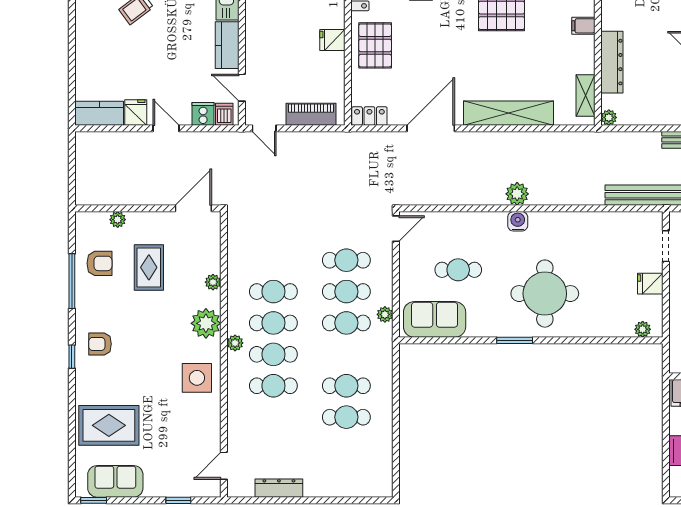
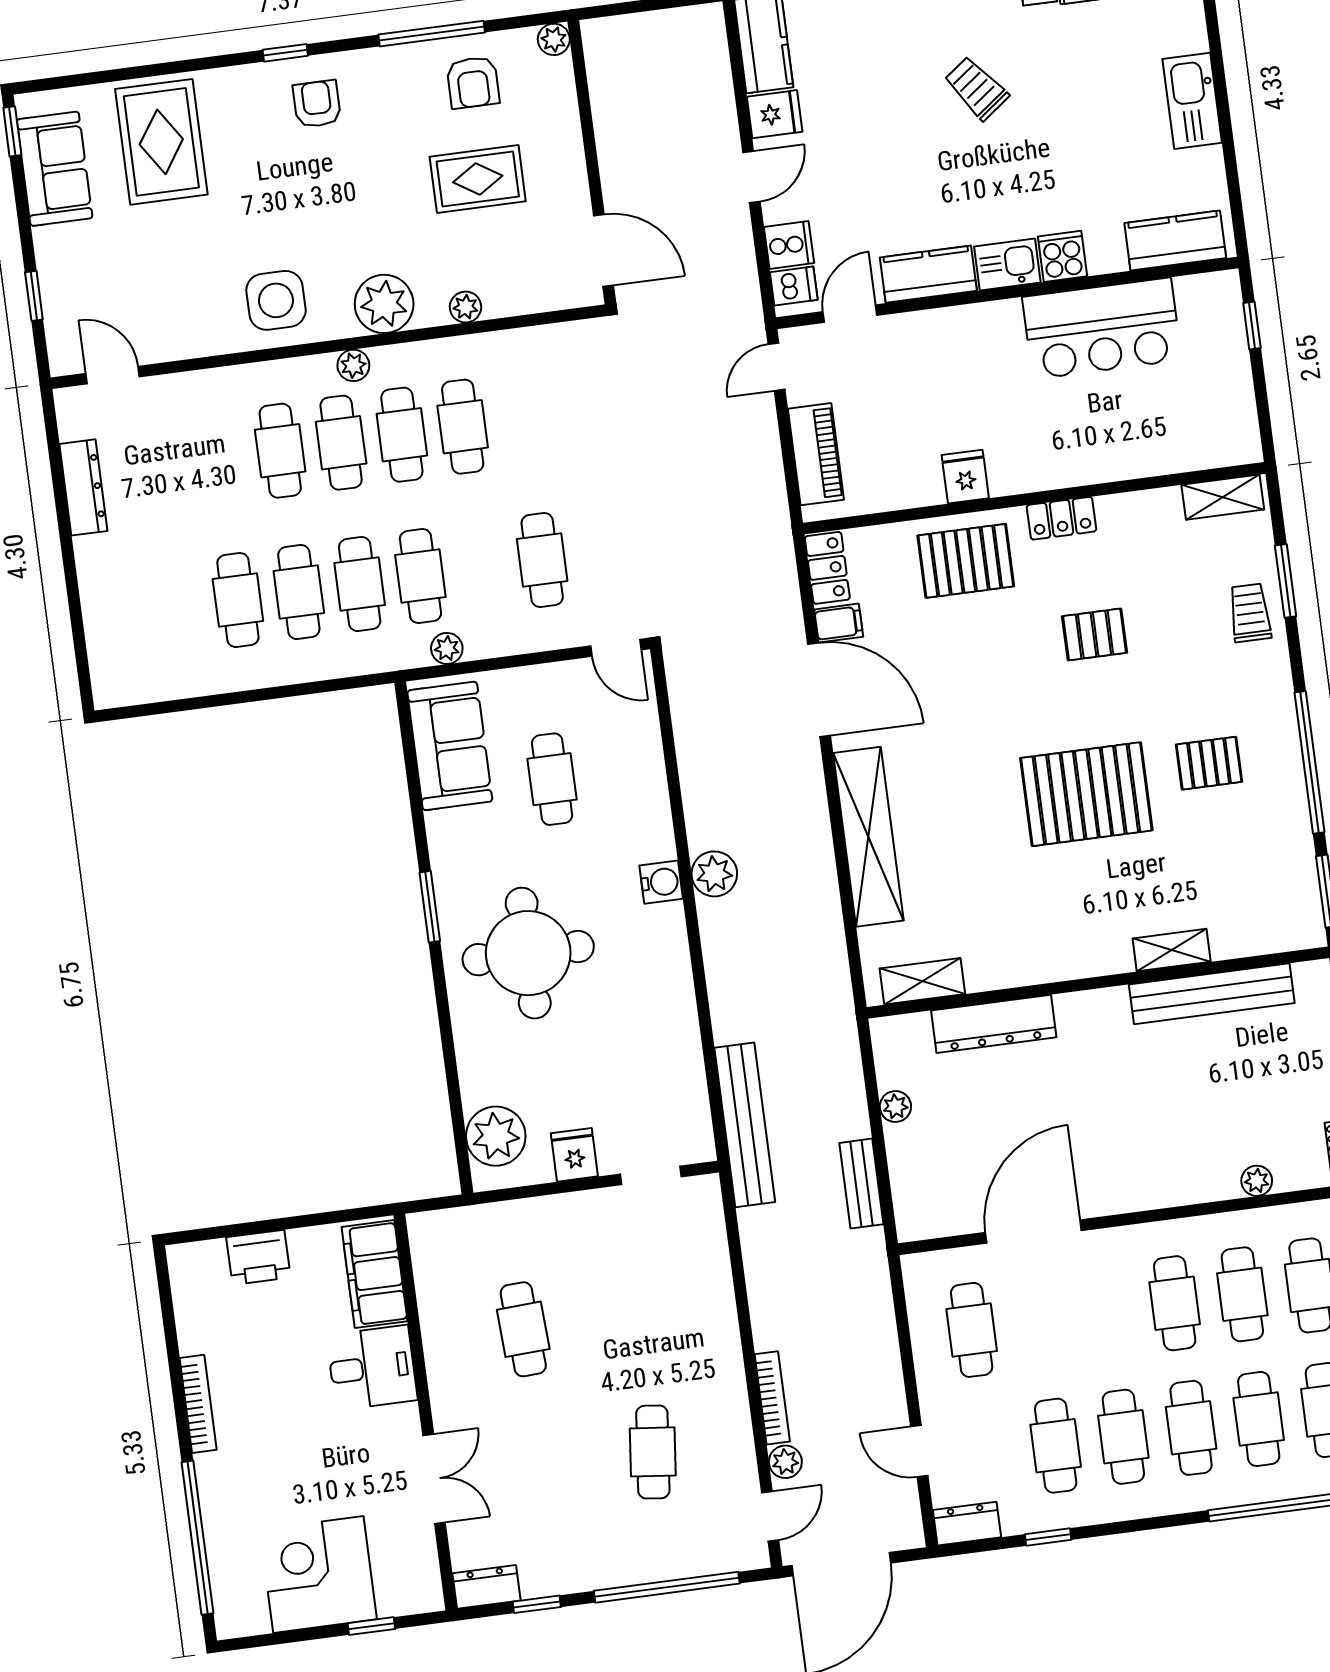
filing cabinet: (583, 26) -> (839, 623), moved, turned 90
plant: (609, 117) -> (895, 1106), moved
plant: (118, 220) -> (554, 39), moved
cafe table: (346, 292) -> (360, 584), moved
plant: (643, 329) -> (496, 1136), width x1.88, depth x1.88

